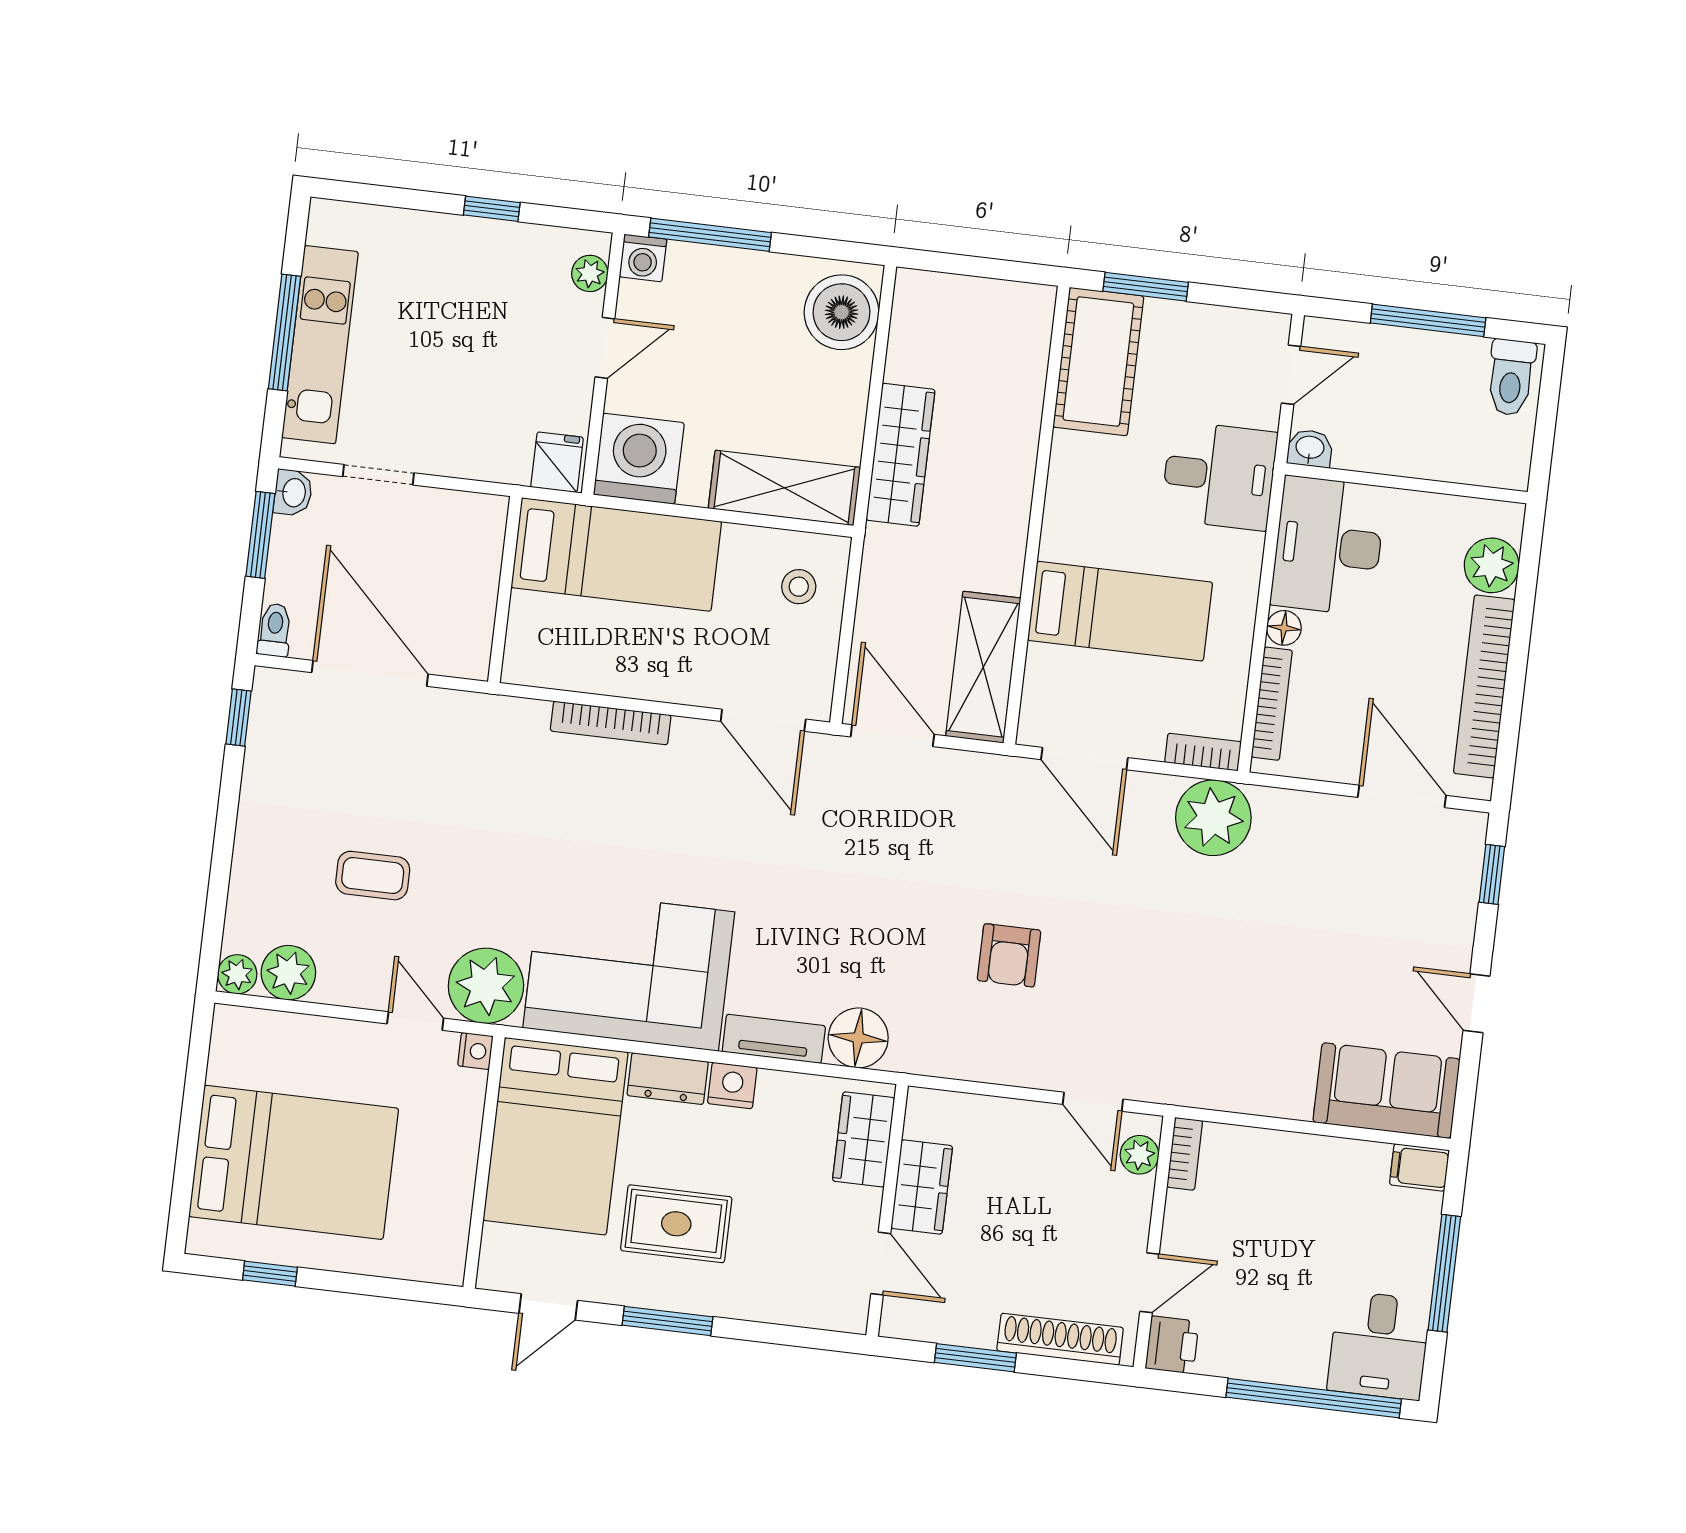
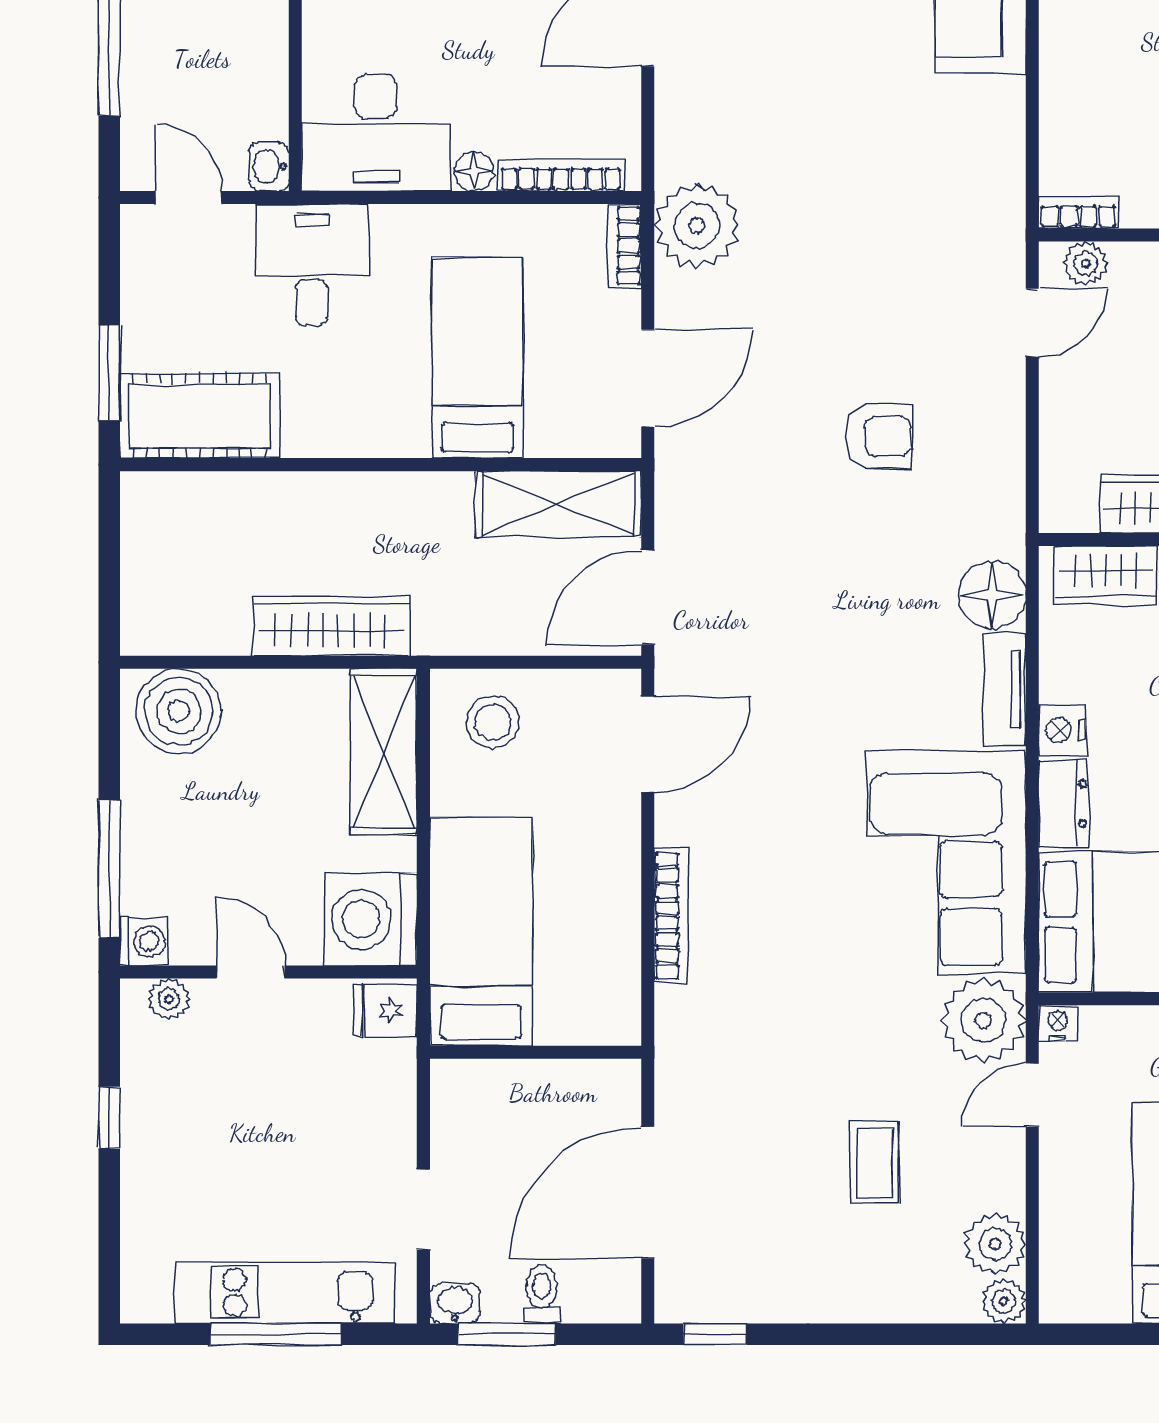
stool: (799, 587) -> (493, 722), width x1.37, depth x1.37
toilet: (275, 630) -> (542, 1294), moved, turned 90

